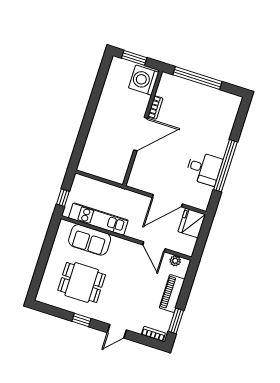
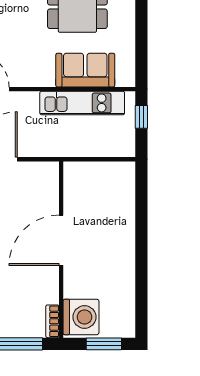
bookcase: (155, 107) -> (52, 321), moved

